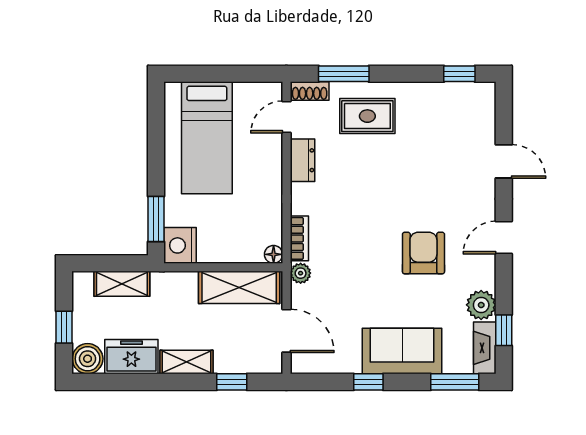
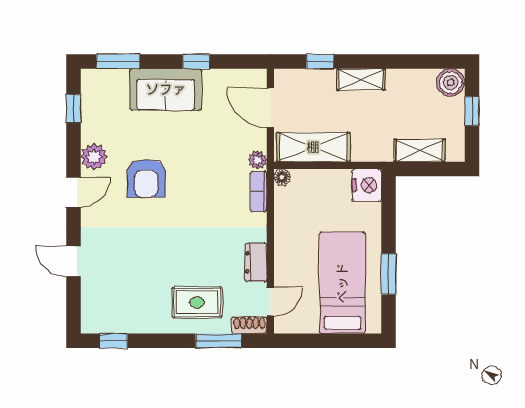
window: (156, 219) -> (389, 274), moved
plant: (481, 305) -> (94, 157), moved
fireplace: (485, 348) -> (91, 92), removed
freezer: (131, 357) -> (411, 84), removed

